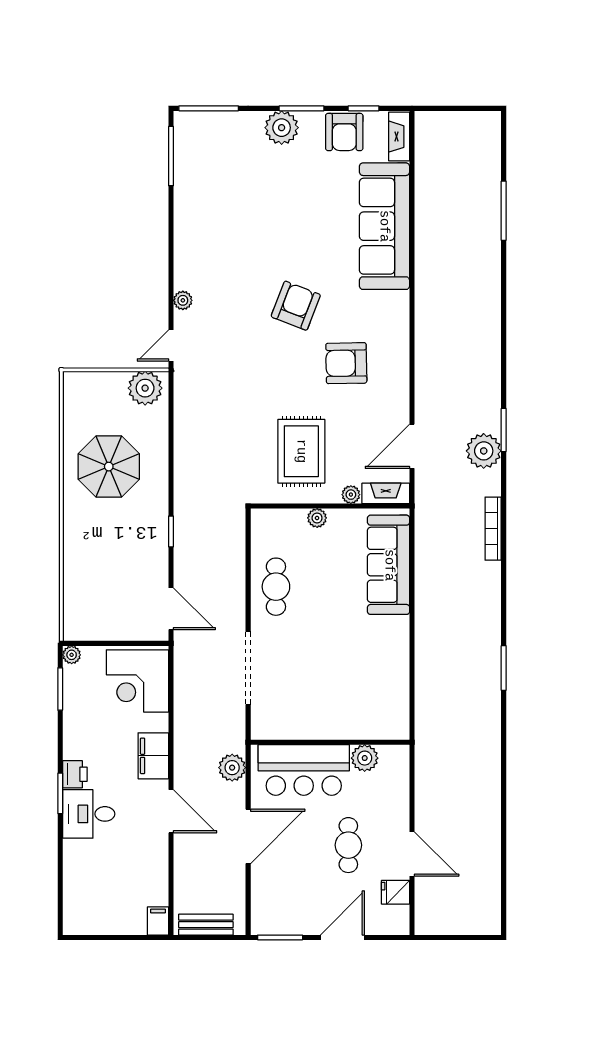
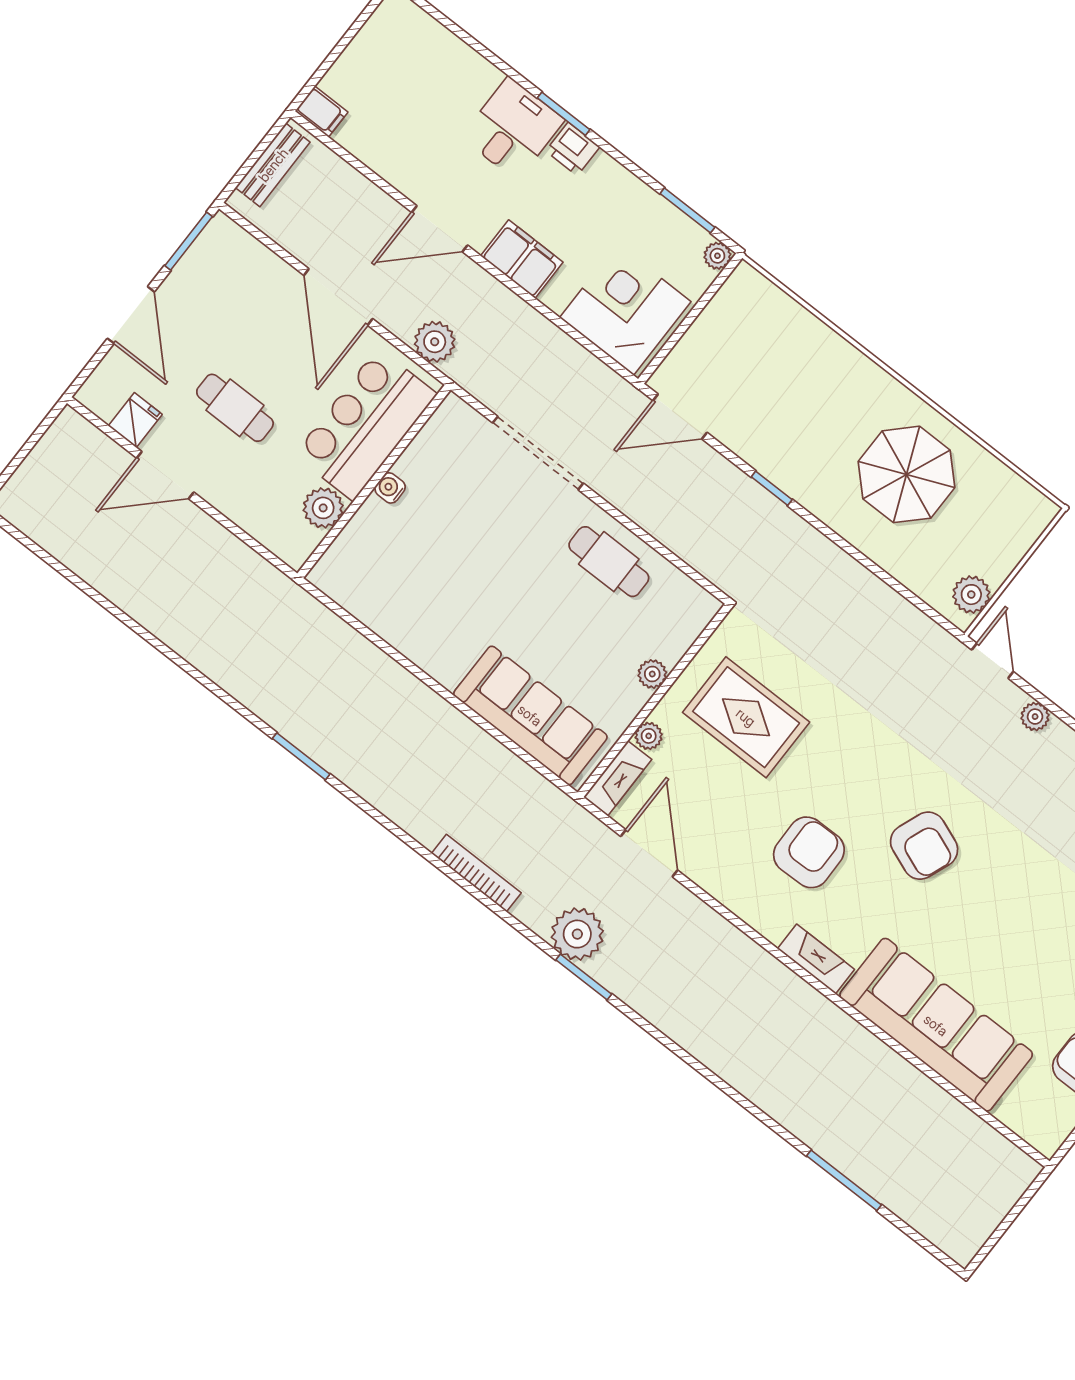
fireplace: (399, 137) -> (816, 959), moved
plant: (145, 388) -> (971, 595), width x0.73, depth x0.73
water cooler: (327, 731) -> (390, 488), added

